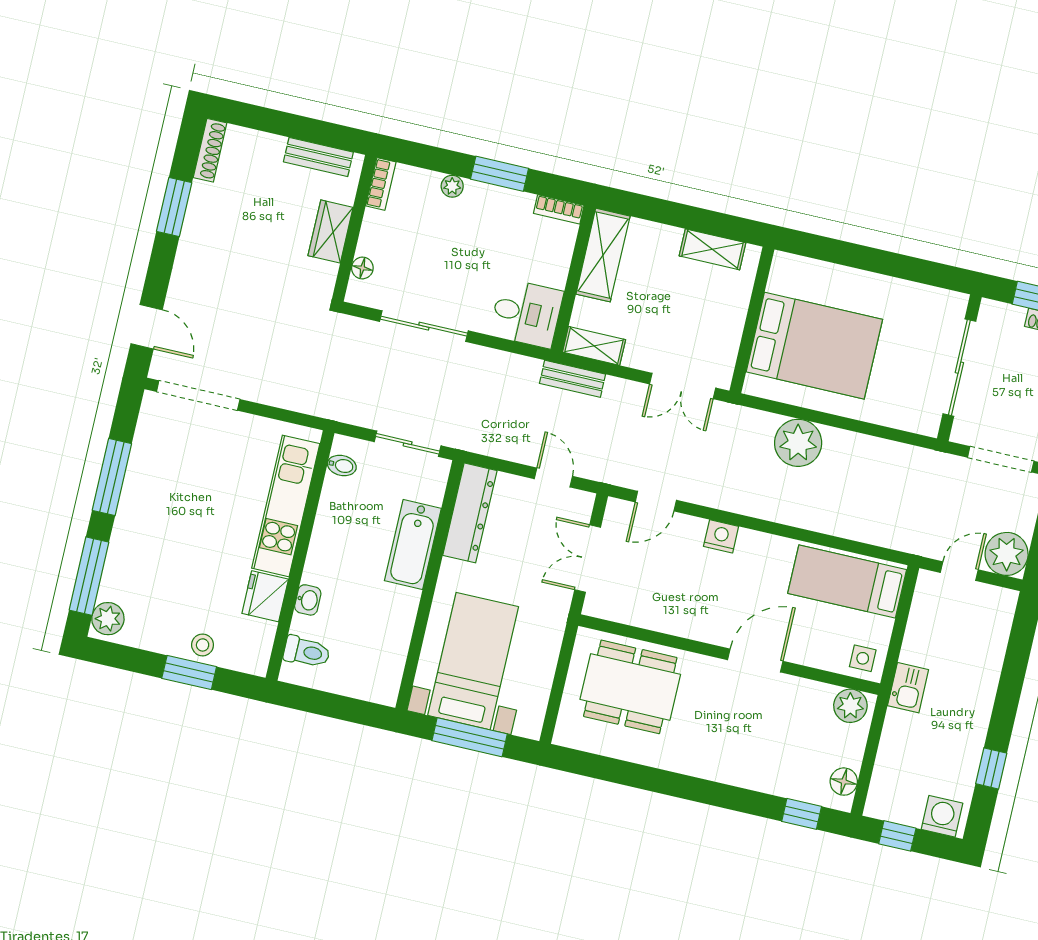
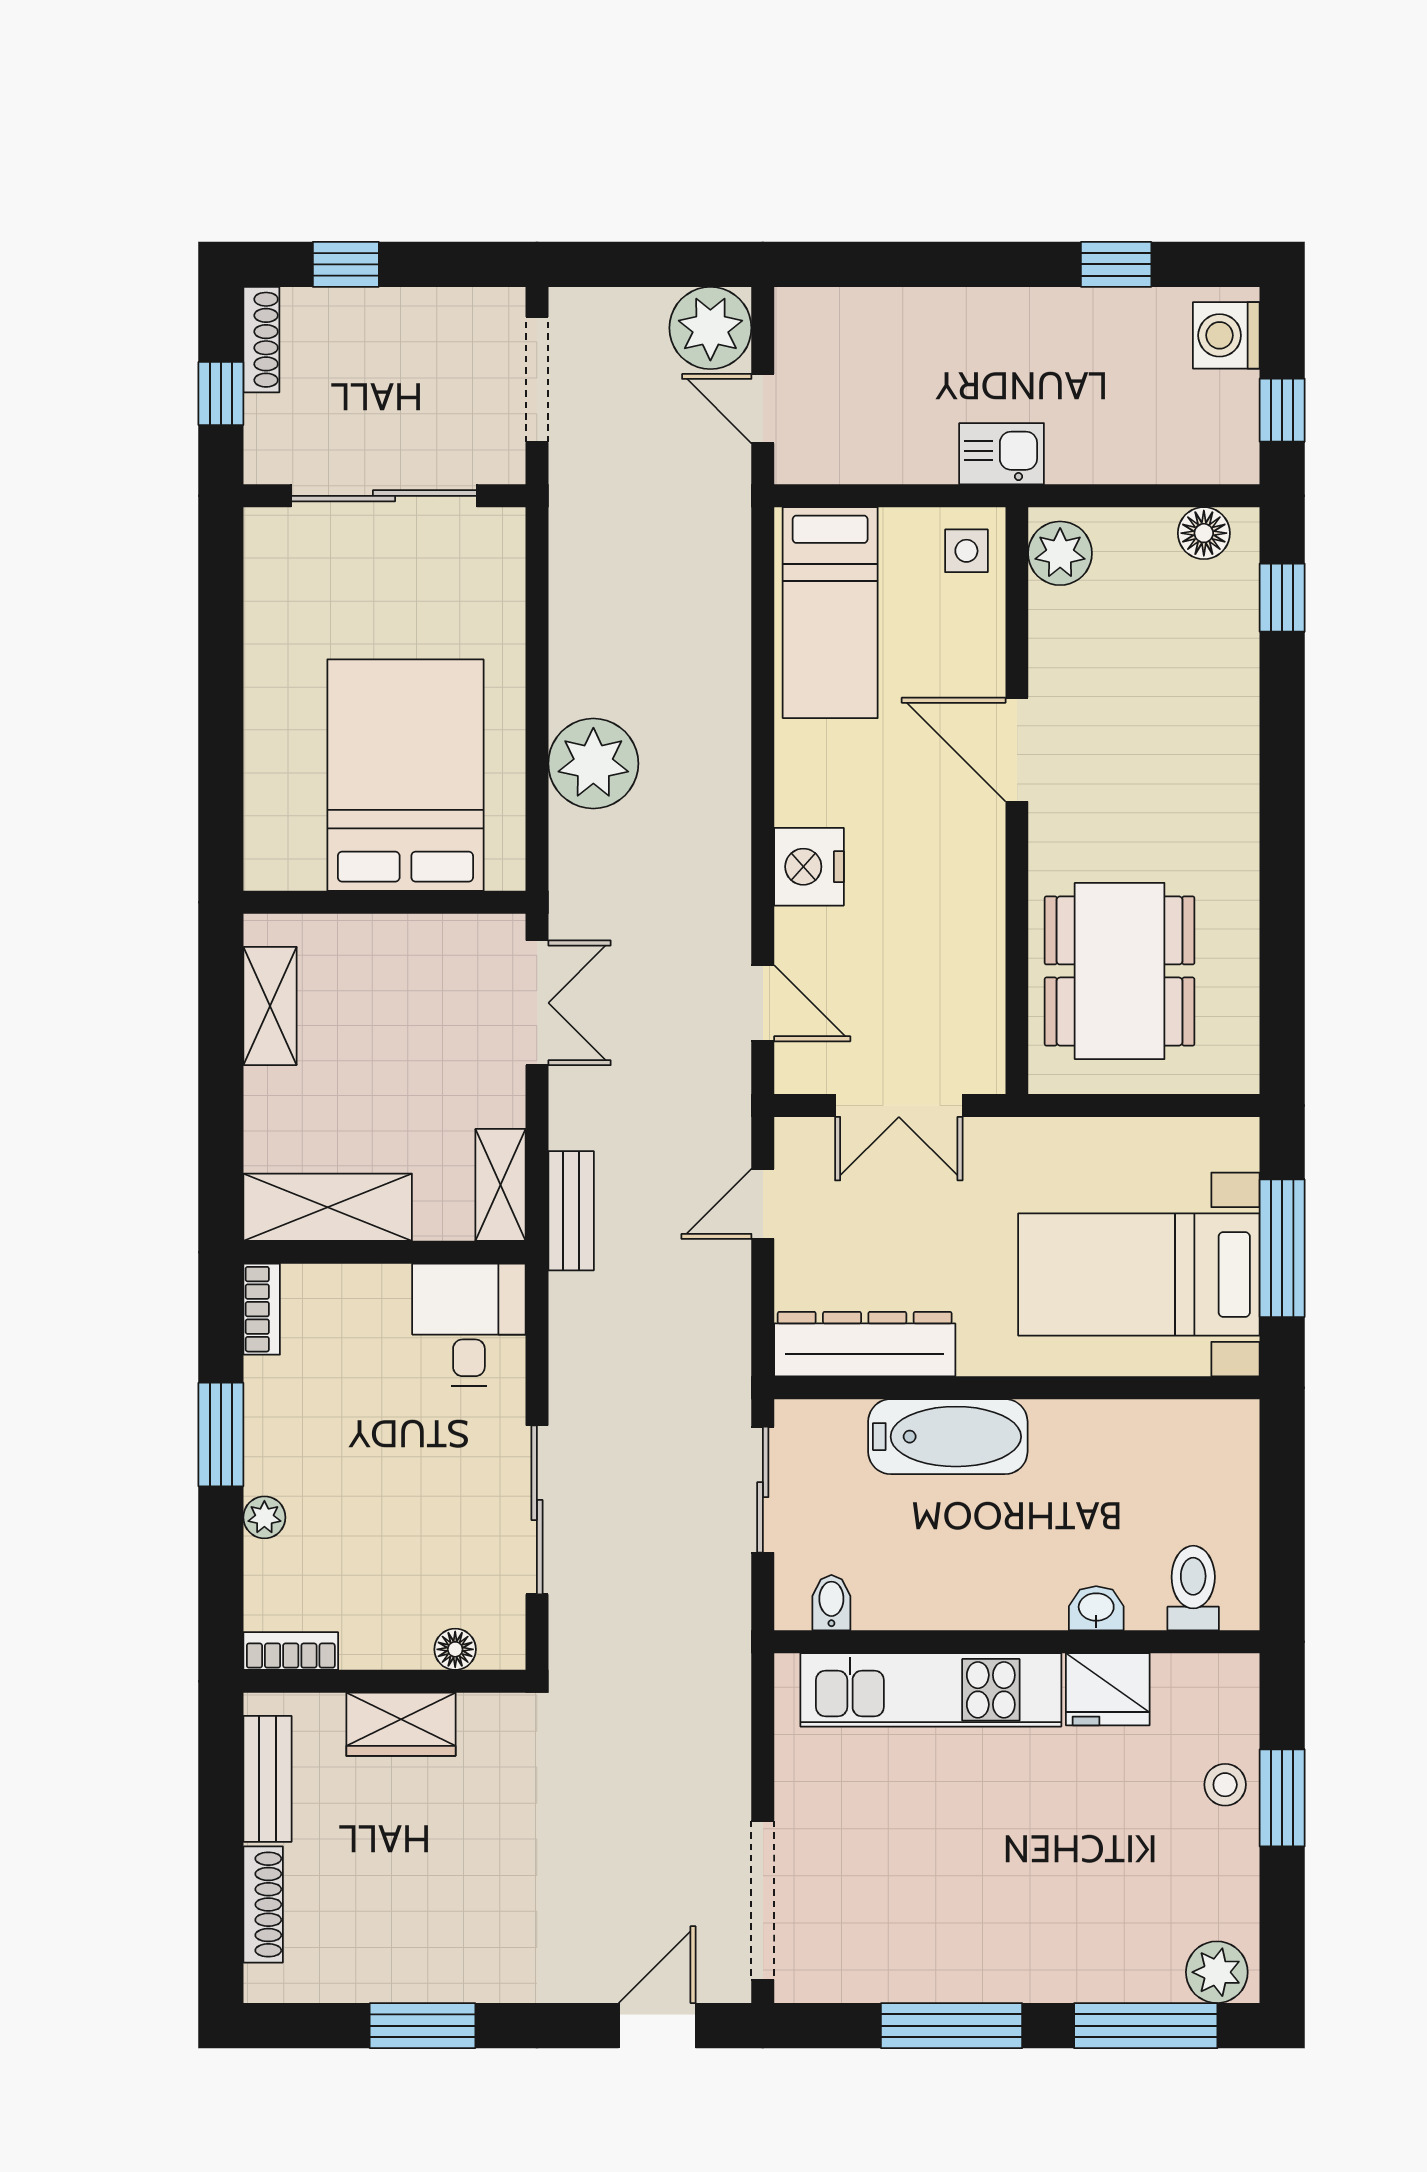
shoe rack: (210, 150) -> (263, 1905), moved, turned 90
nightstand: (721, 536) -> (809, 867), width x1.36, depth x1.33

